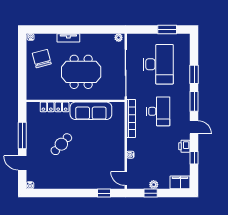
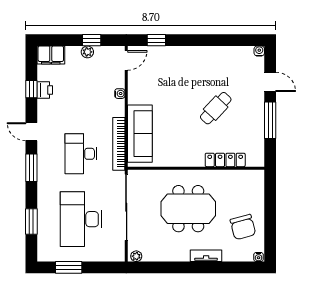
window: (194, 74) -> (31, 222), moved
sofa: (91, 111) -> (140, 134), moved, turned 90
printer: (184, 146) -> (45, 90), moved
door: (126, 179) -> (126, 60), hinge flipped

